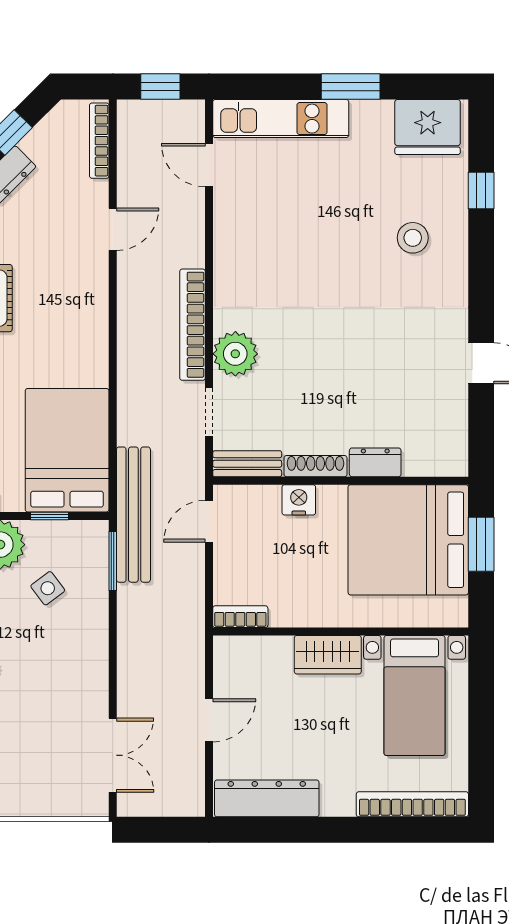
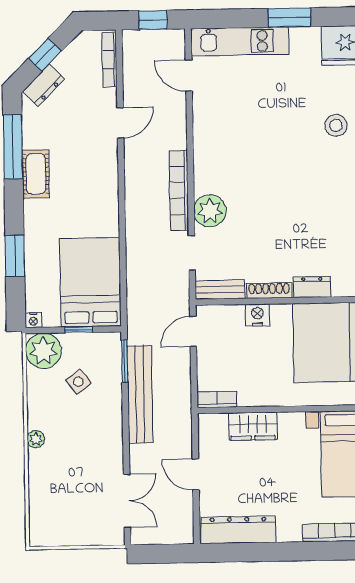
bench: (133, 515) -> (140, 394), moved
wardrobe: (328, 655) -> (253, 426), moved
door: (209, 720) -> (196, 474), swing flipped

